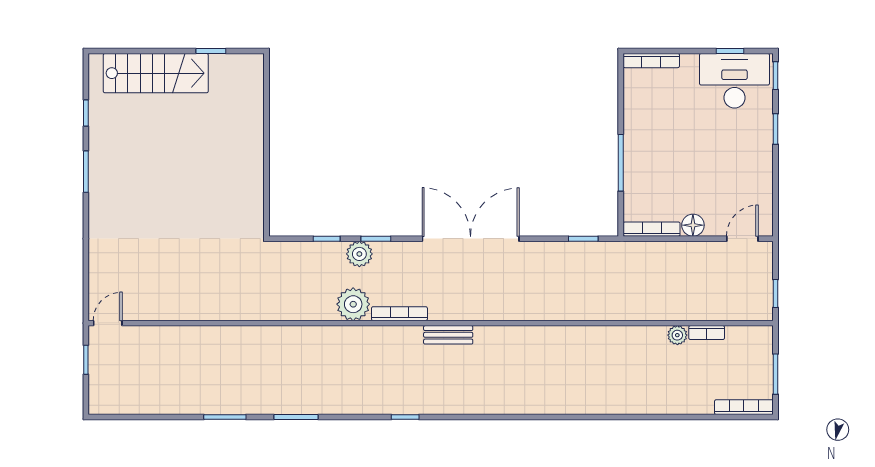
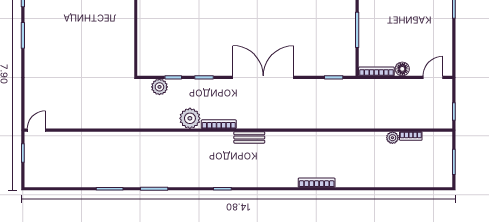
plant: (359, 254) -> (159, 87), moved
bookcase: (744, 407) -> (317, 183), moved

